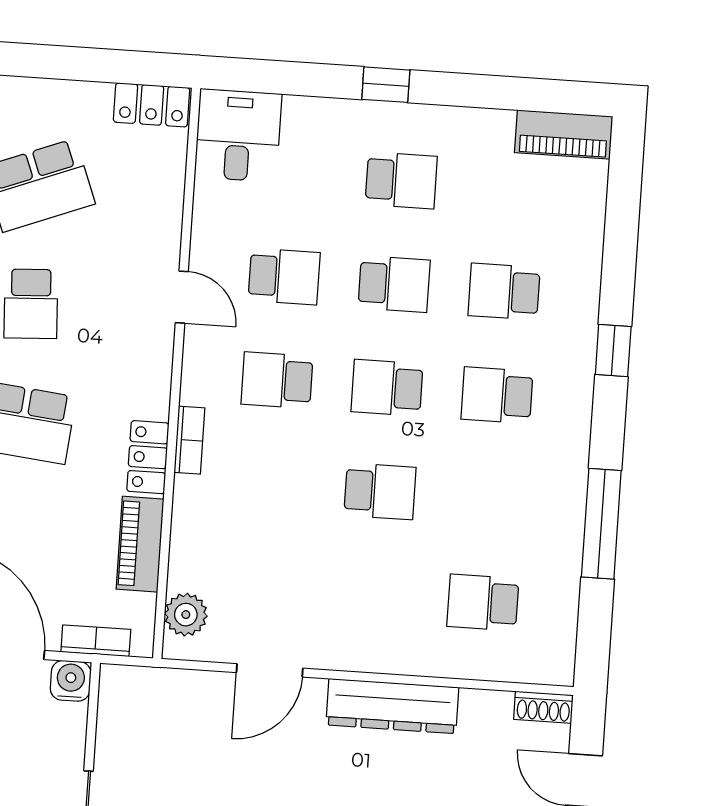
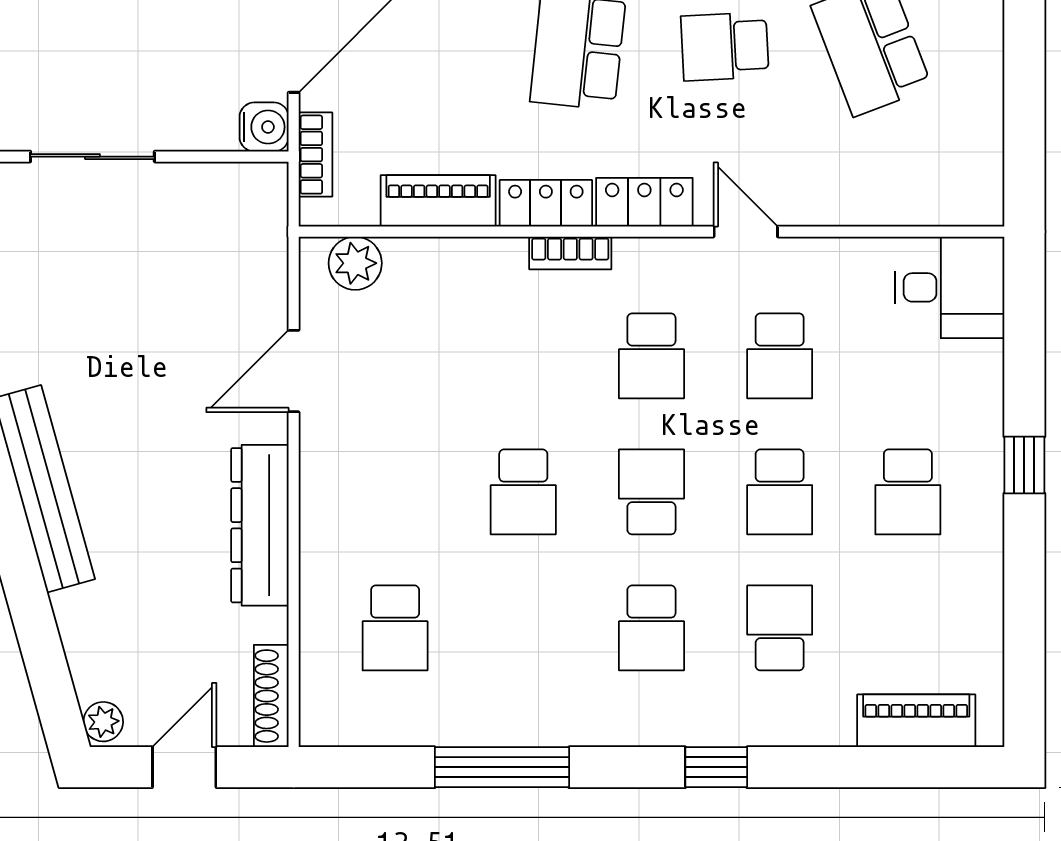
locker: (152, 105) -> (644, 202), moved, turned 90
piano: (564, 135) -> (916, 721), moved, turned 90
door: (182, 297) -> (746, 232), swing flipped
school desk: (277, 380) -> (651, 356), turned 180
school desk: (497, 395) -> (651, 628), turned 180
school desk: (483, 602) -> (395, 628), turned 180
door: (270, 670) -> (294, 371), hinge flipped
shoe rack: (543, 707) -> (271, 696), width x1.43

